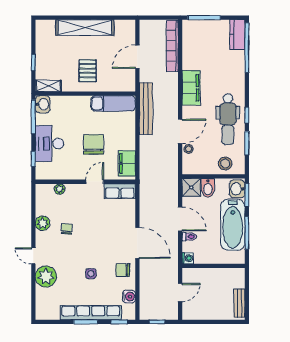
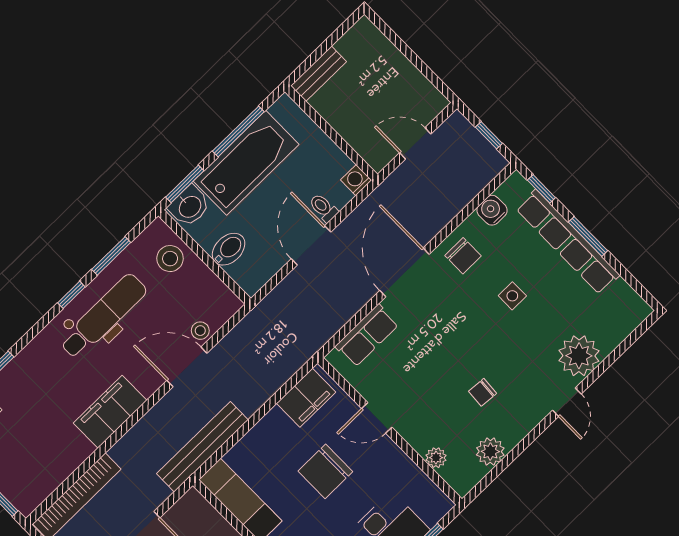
shower: (191, 187) -> (251, 273), removed
row of seats: (120, 191) -> (367, 335), moved, turned 90
plant: (43, 223) -> (490, 452), moved
bench: (239, 303) -> (319, 74), moved

